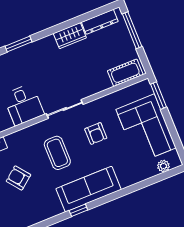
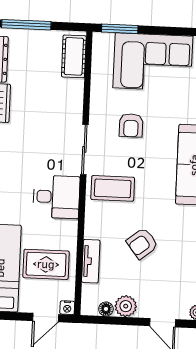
armchair: (96, 133) -> (131, 125), turned 90
coffee table: (57, 153) -> (113, 188), moved

